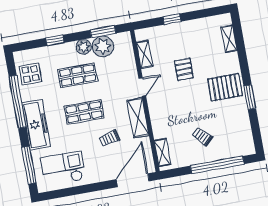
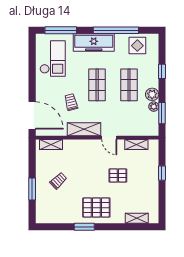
plant: (103, 46) -> (154, 107), width x0.53, depth x0.53
pallet: (225, 87) -> (96, 208), turned 90
window: (217, 165) -> (32, 189), width x0.47

